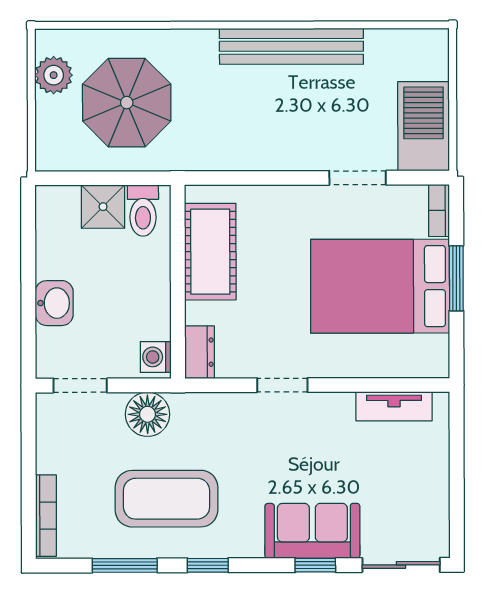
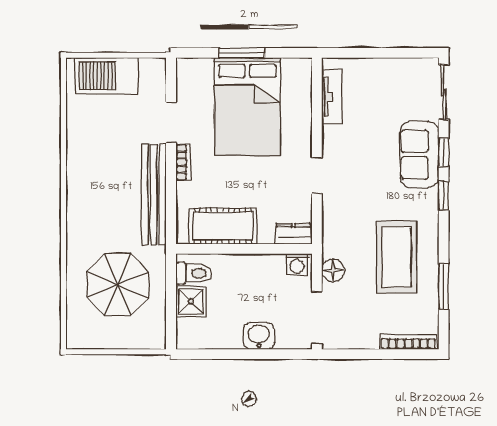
bench: (291, 46) -> (154, 194), moved
plant: (54, 75) -> (98, 336), removed
barbecue: (424, 126) -> (107, 76), moved
bookcase: (439, 210) -> (183, 162), moved, turned -90
doorway: (80, 385) -> (317, 318), width x1.38
floor lamp: (147, 414) -> (333, 270), width x0.73, depth x0.73
window: (208, 565) -> (444, 196), moved

